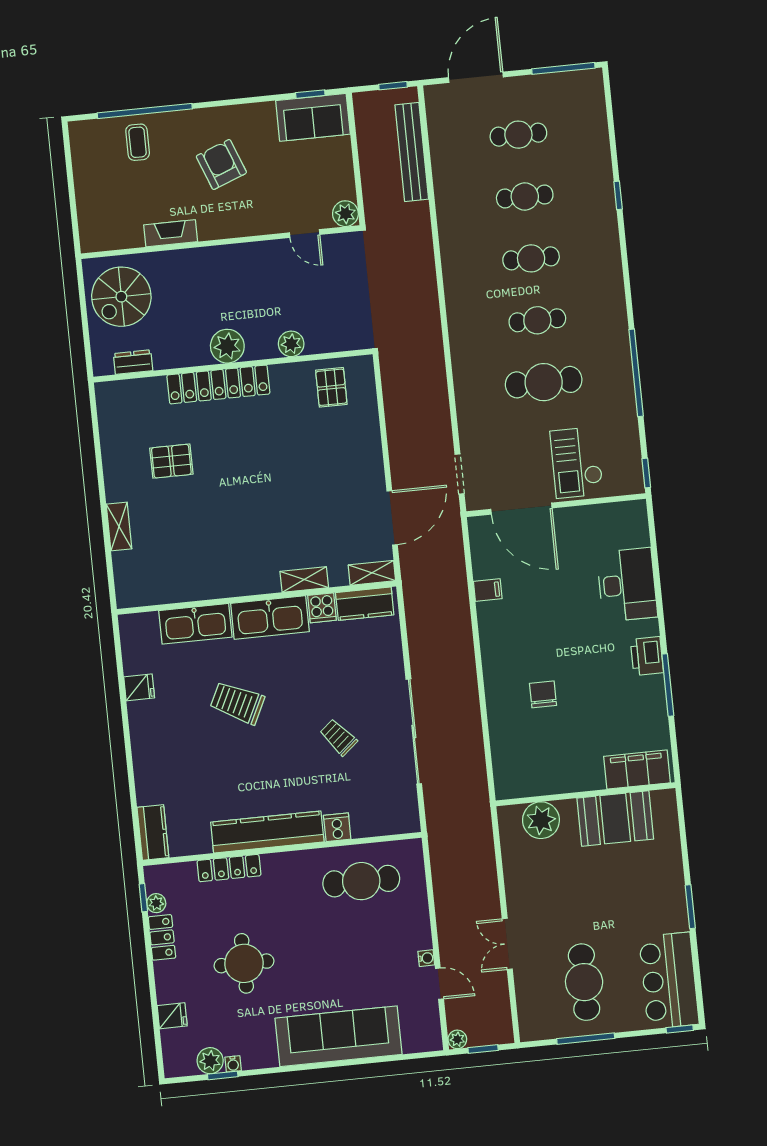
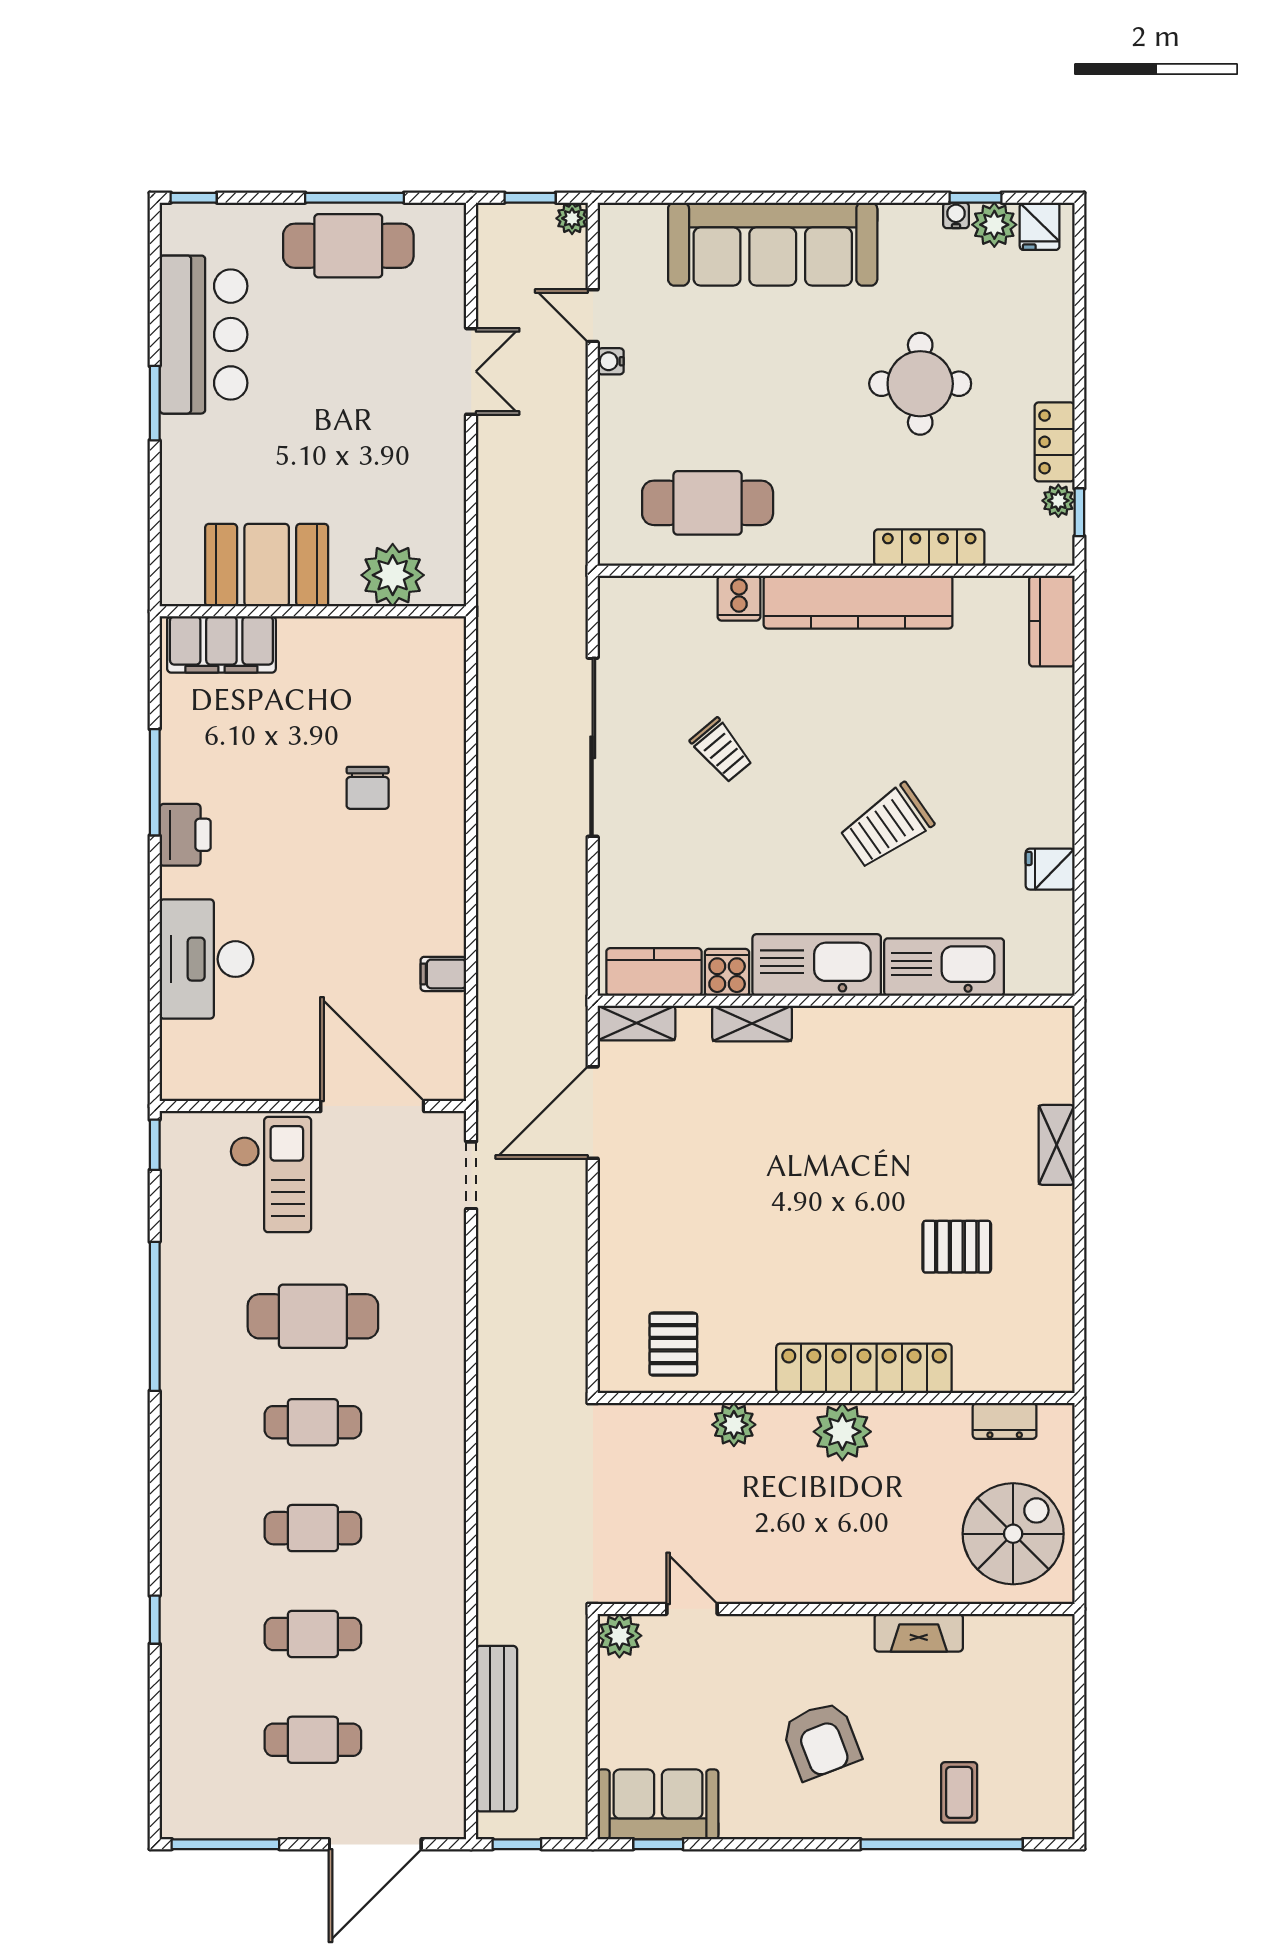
trolley: (237, 703) -> (887, 826), turned 119
bar counter: (669, 981) -> (203, 335), moved
cafe table: (584, 982) -> (348, 246), moved, turned 90
fridge: (172, 1016) -> (1040, 226), moved, turned -90

